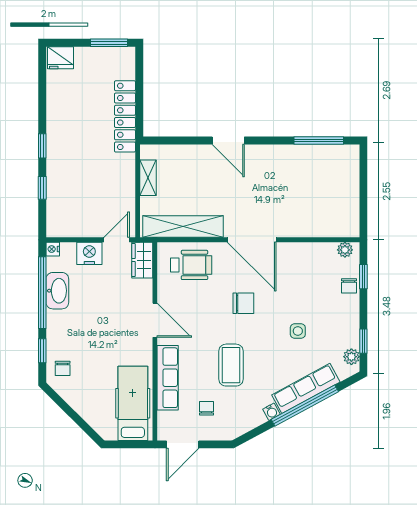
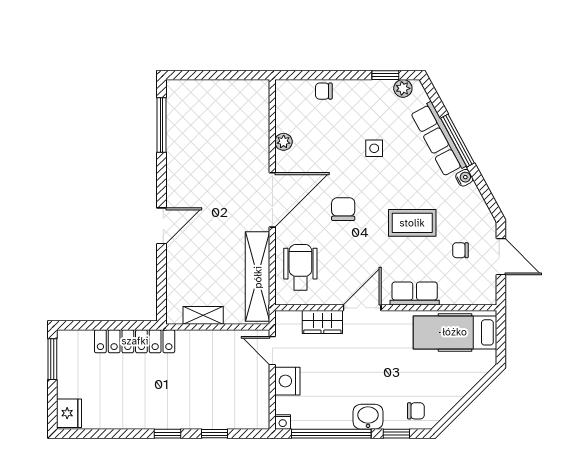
plant: (345, 250) -> (284, 142), moved
wardrobe: (142, 260) -> (322, 322), moved
window: (363, 277) -> (313, 75), removed
chair: (349, 286) -> (324, 91), turned 180
washbasin: (57, 291) -> (368, 417), moved, width x0.72
row of seats: (168, 378) -> (415, 294), width x0.68
window: (305, 406) -> (457, 140), width x0.68
door: (183, 444) -> (501, 257), moved

